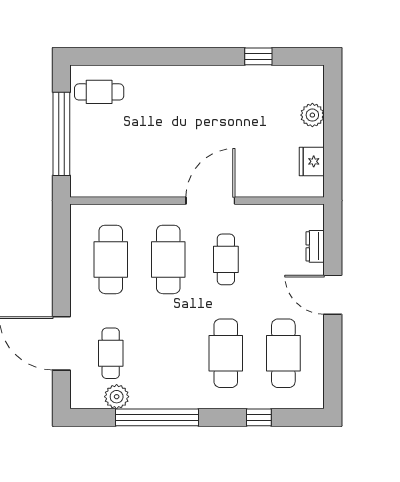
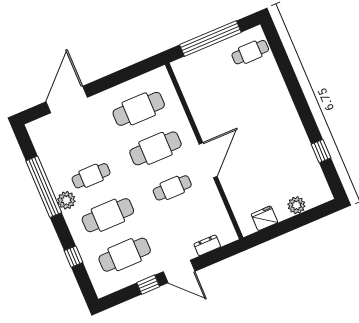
cafe table: (99, 92) -> (250, 52), turned 90
door: (210, 201) -> (208, 160), hinge flipped
door: (333, 295) -> (179, 272), swing flipped
window: (333, 340) -> (148, 285), added
cafe table: (111, 353) -> (91, 176), moved
plant: (117, 397) -> (66, 200), moved

